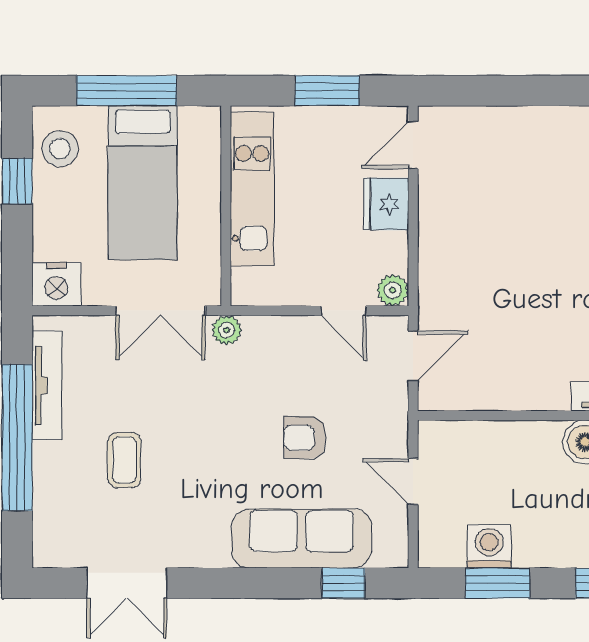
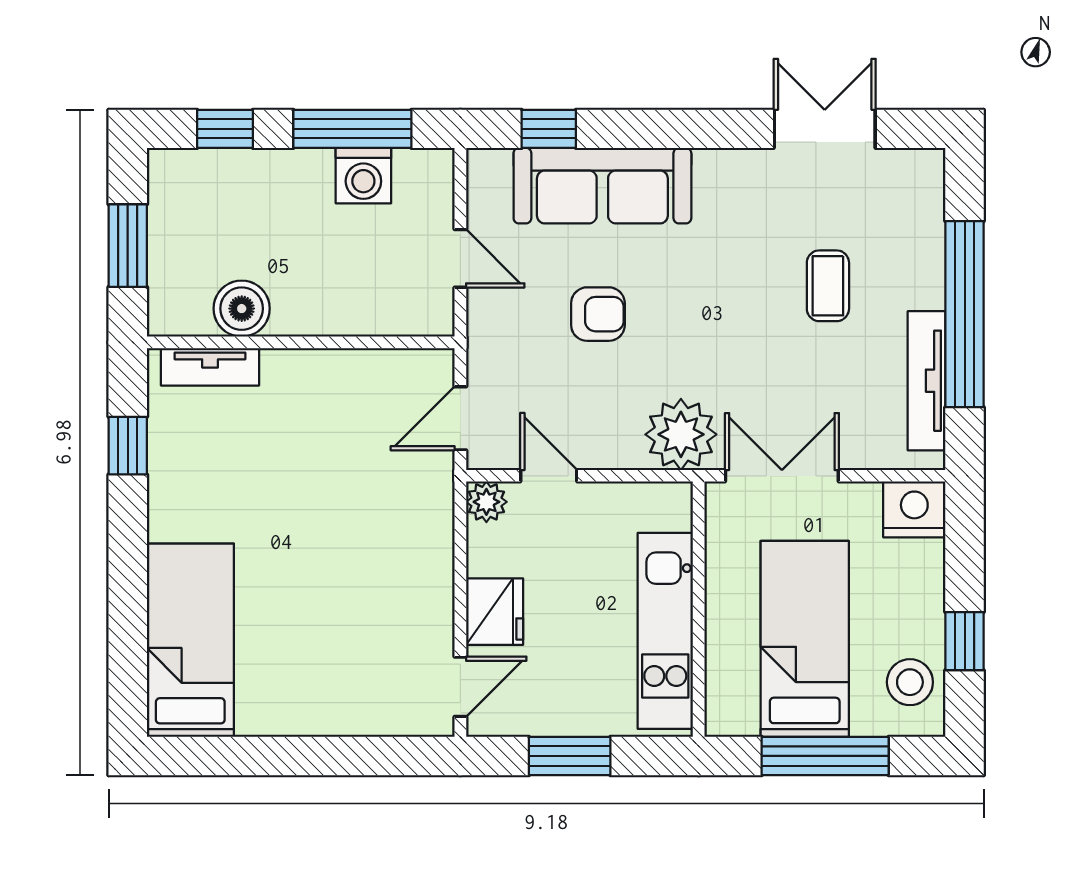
plant: (227, 330) -> (681, 434), width x1.88, depth x1.88
window: (498, 583) -> (352, 129), width x1.44

